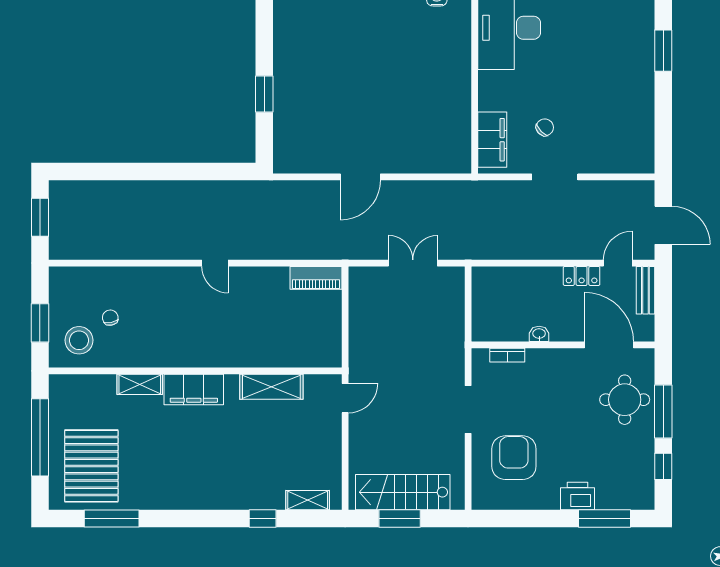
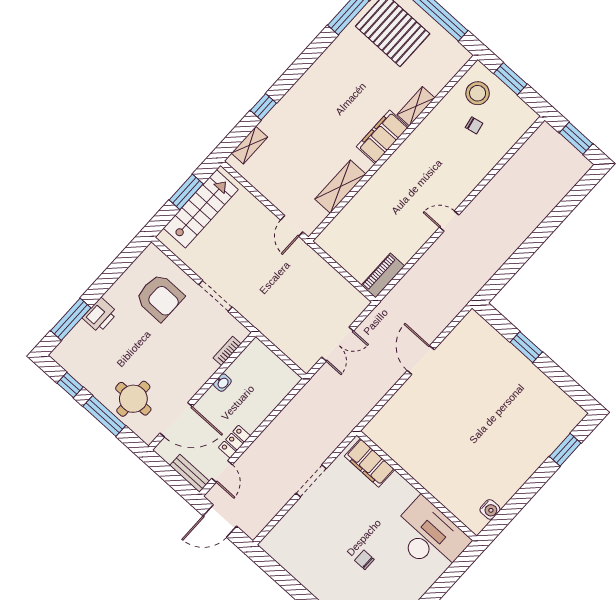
chair: (545, 127) -> (364, 560), moved, turned 134

